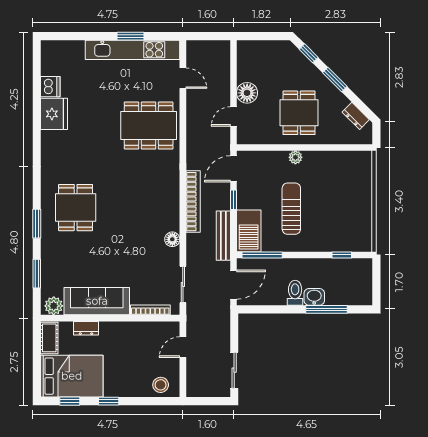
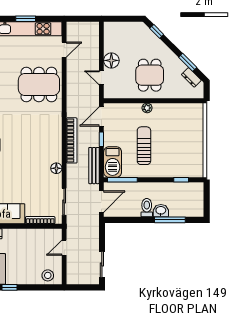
door: (183, 78) -> (64, 50), hinge flipped
window: (335, 79) -> (188, 62), moved
door: (233, 116) -> (101, 78), hinge flipped

